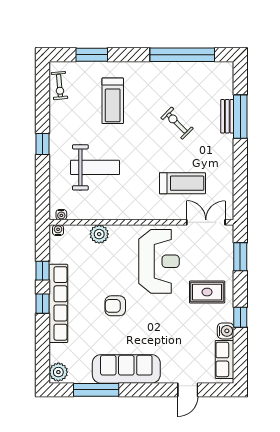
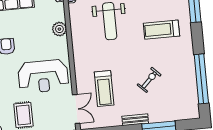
bench: (227, 116) -> (135, 120), moved

